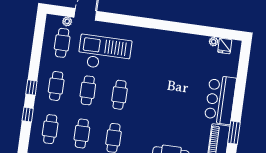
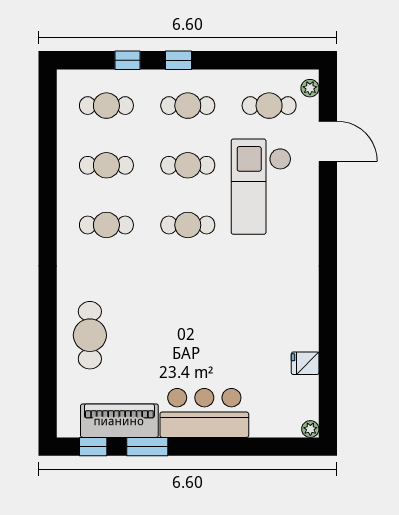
plant: (67, 21) -> (310, 88), moved
plant: (214, 42) -> (310, 429), moved
fridge: (225, 46) -> (305, 363), moved
checkout: (105, 53) -> (261, 187), turned 180

